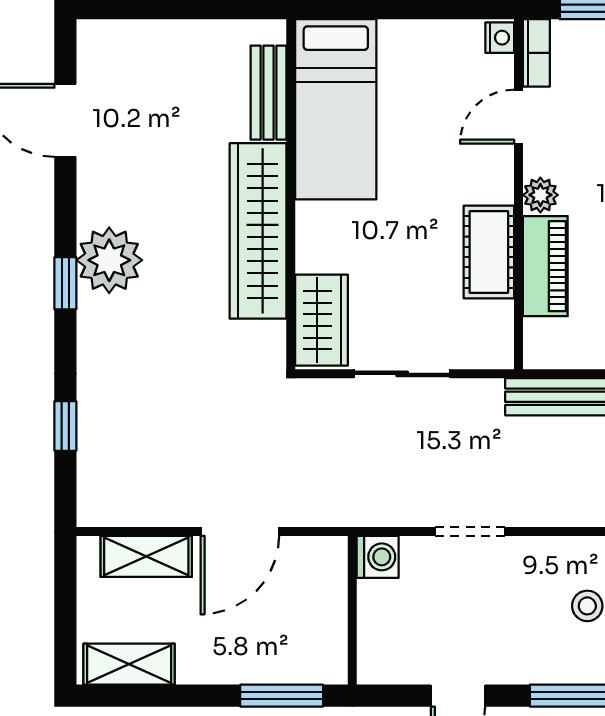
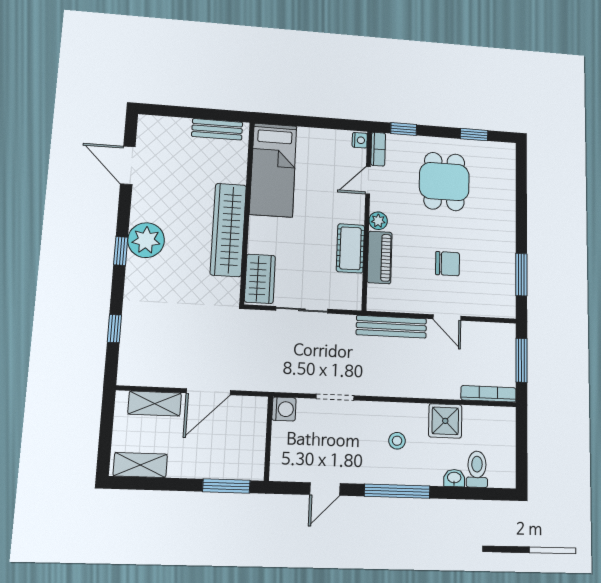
bench: (268, 93) -> (217, 129), moved, turned 90

